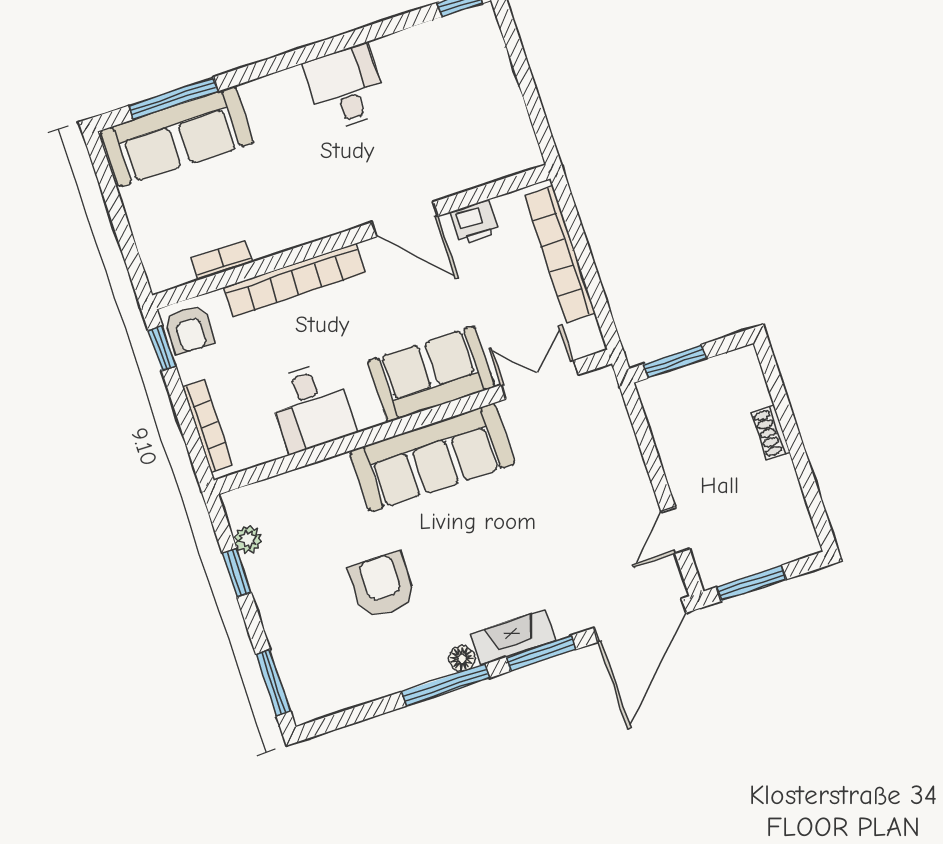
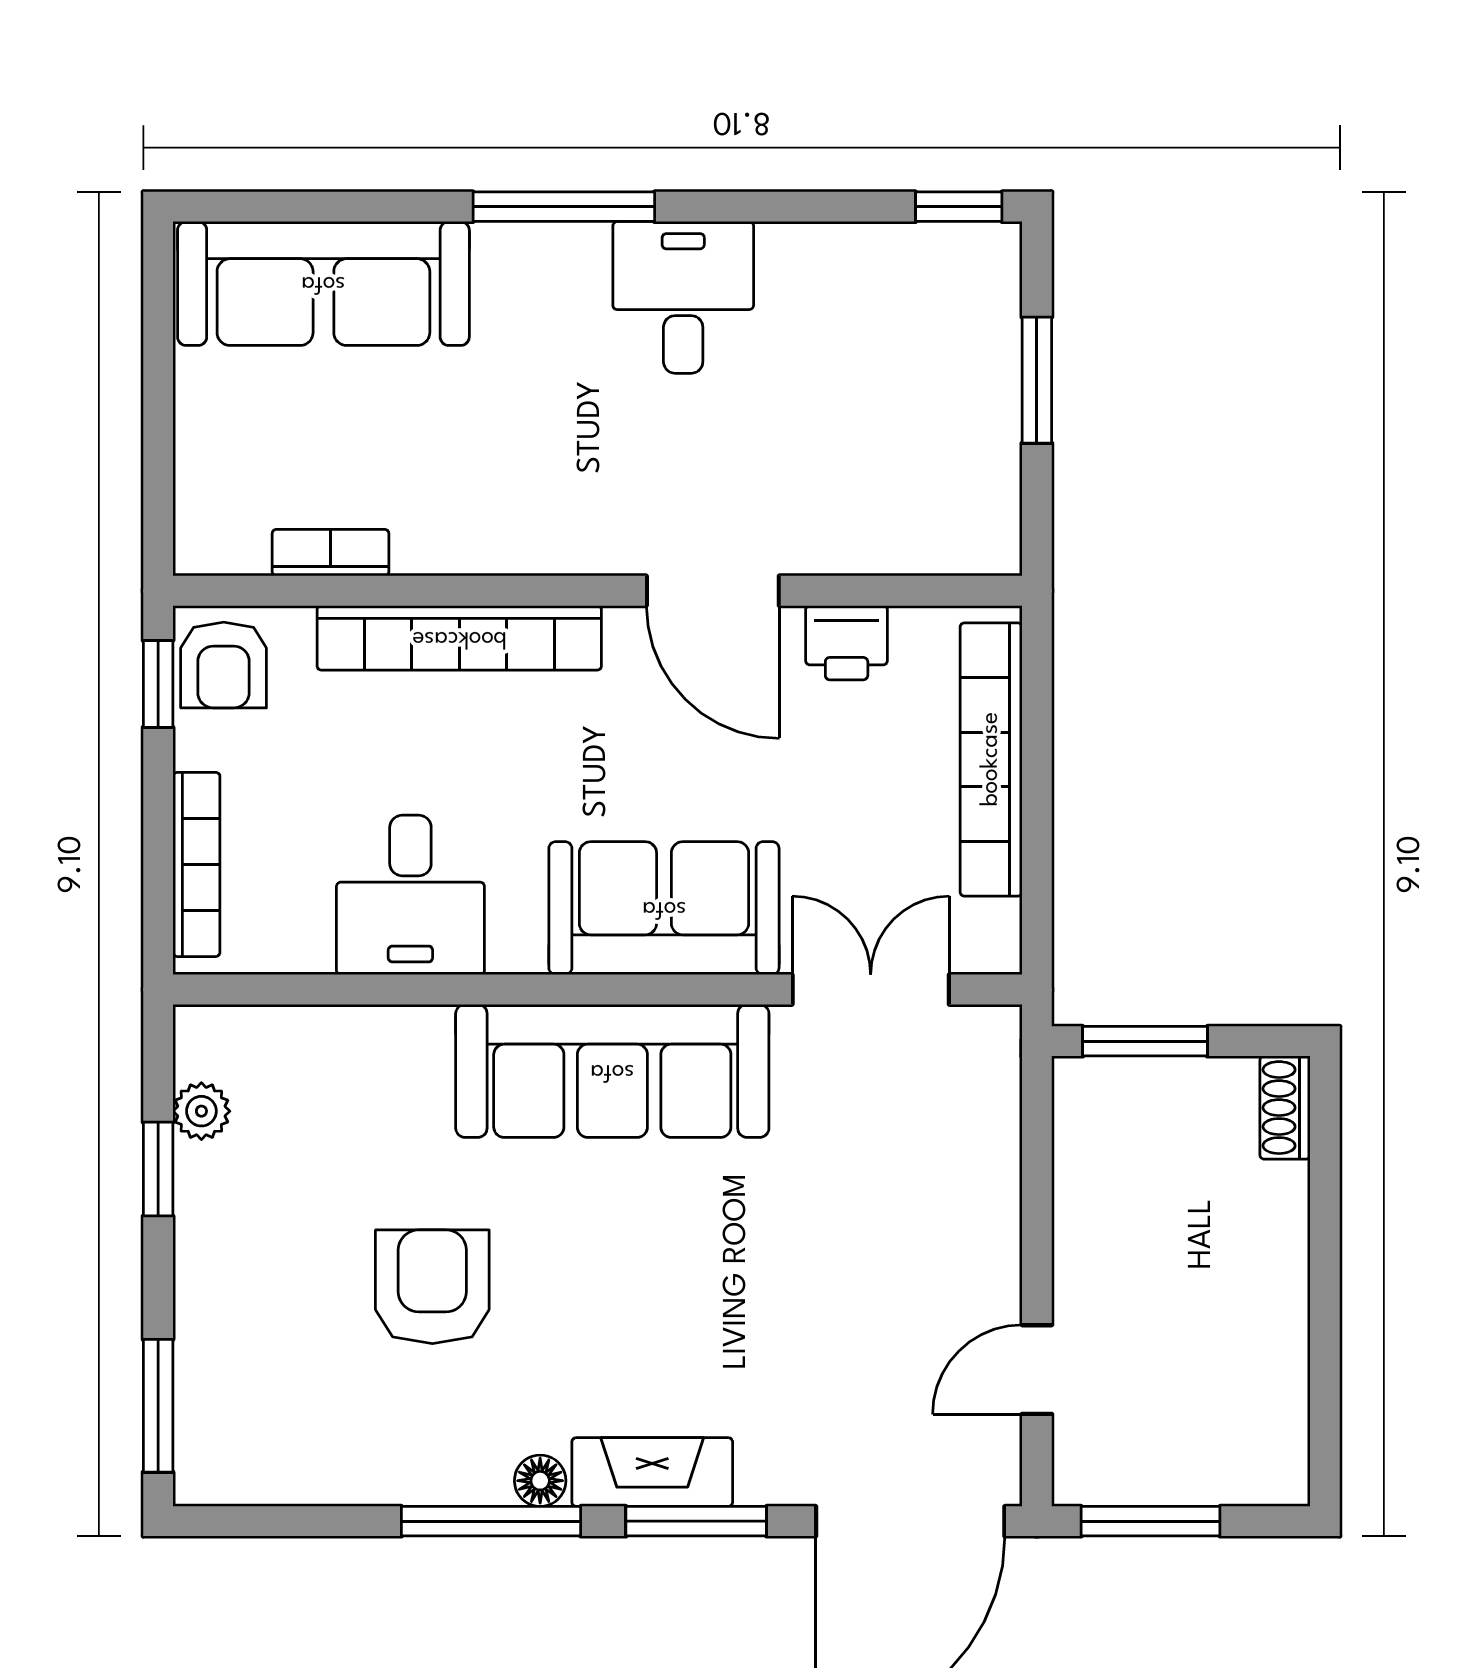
window: (523, 71) -> (1037, 380), added
window: (173, 98) -> (564, 207), moved
shoe rack: (771, 432) -> (1285, 1108), moved

